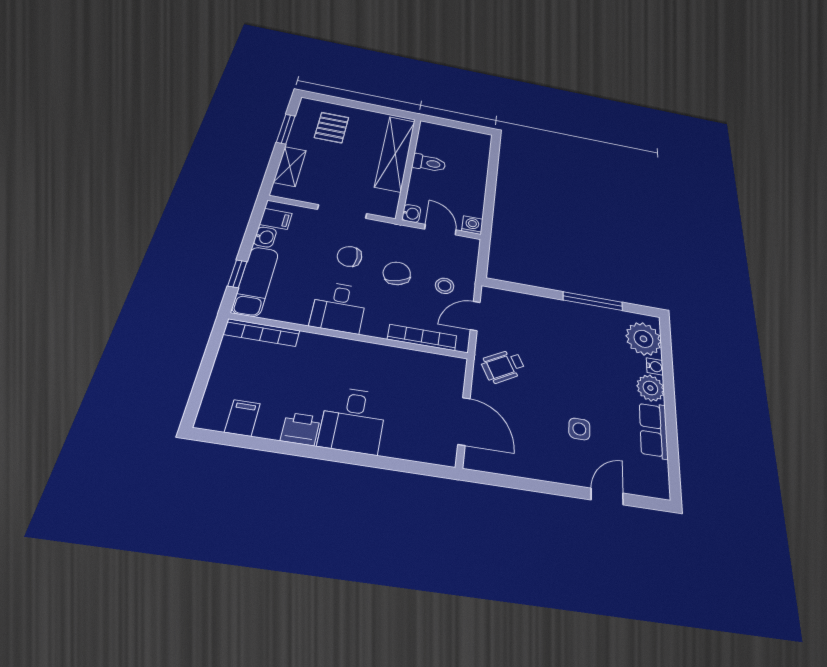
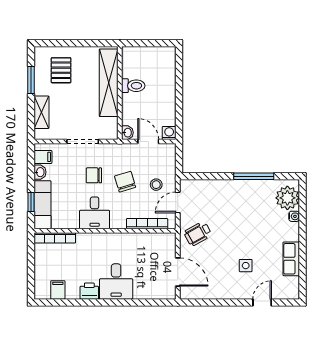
plant: (650, 388) -> (291, 232), removed

